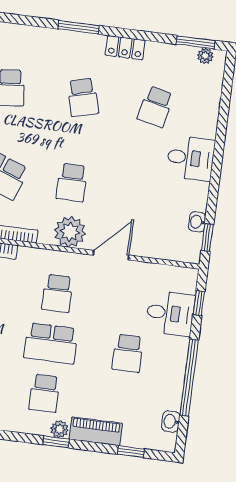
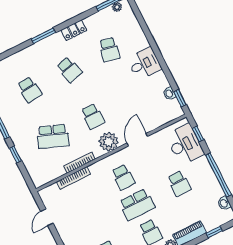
desk: (170, 313) -> (185, 145), width x1.37

